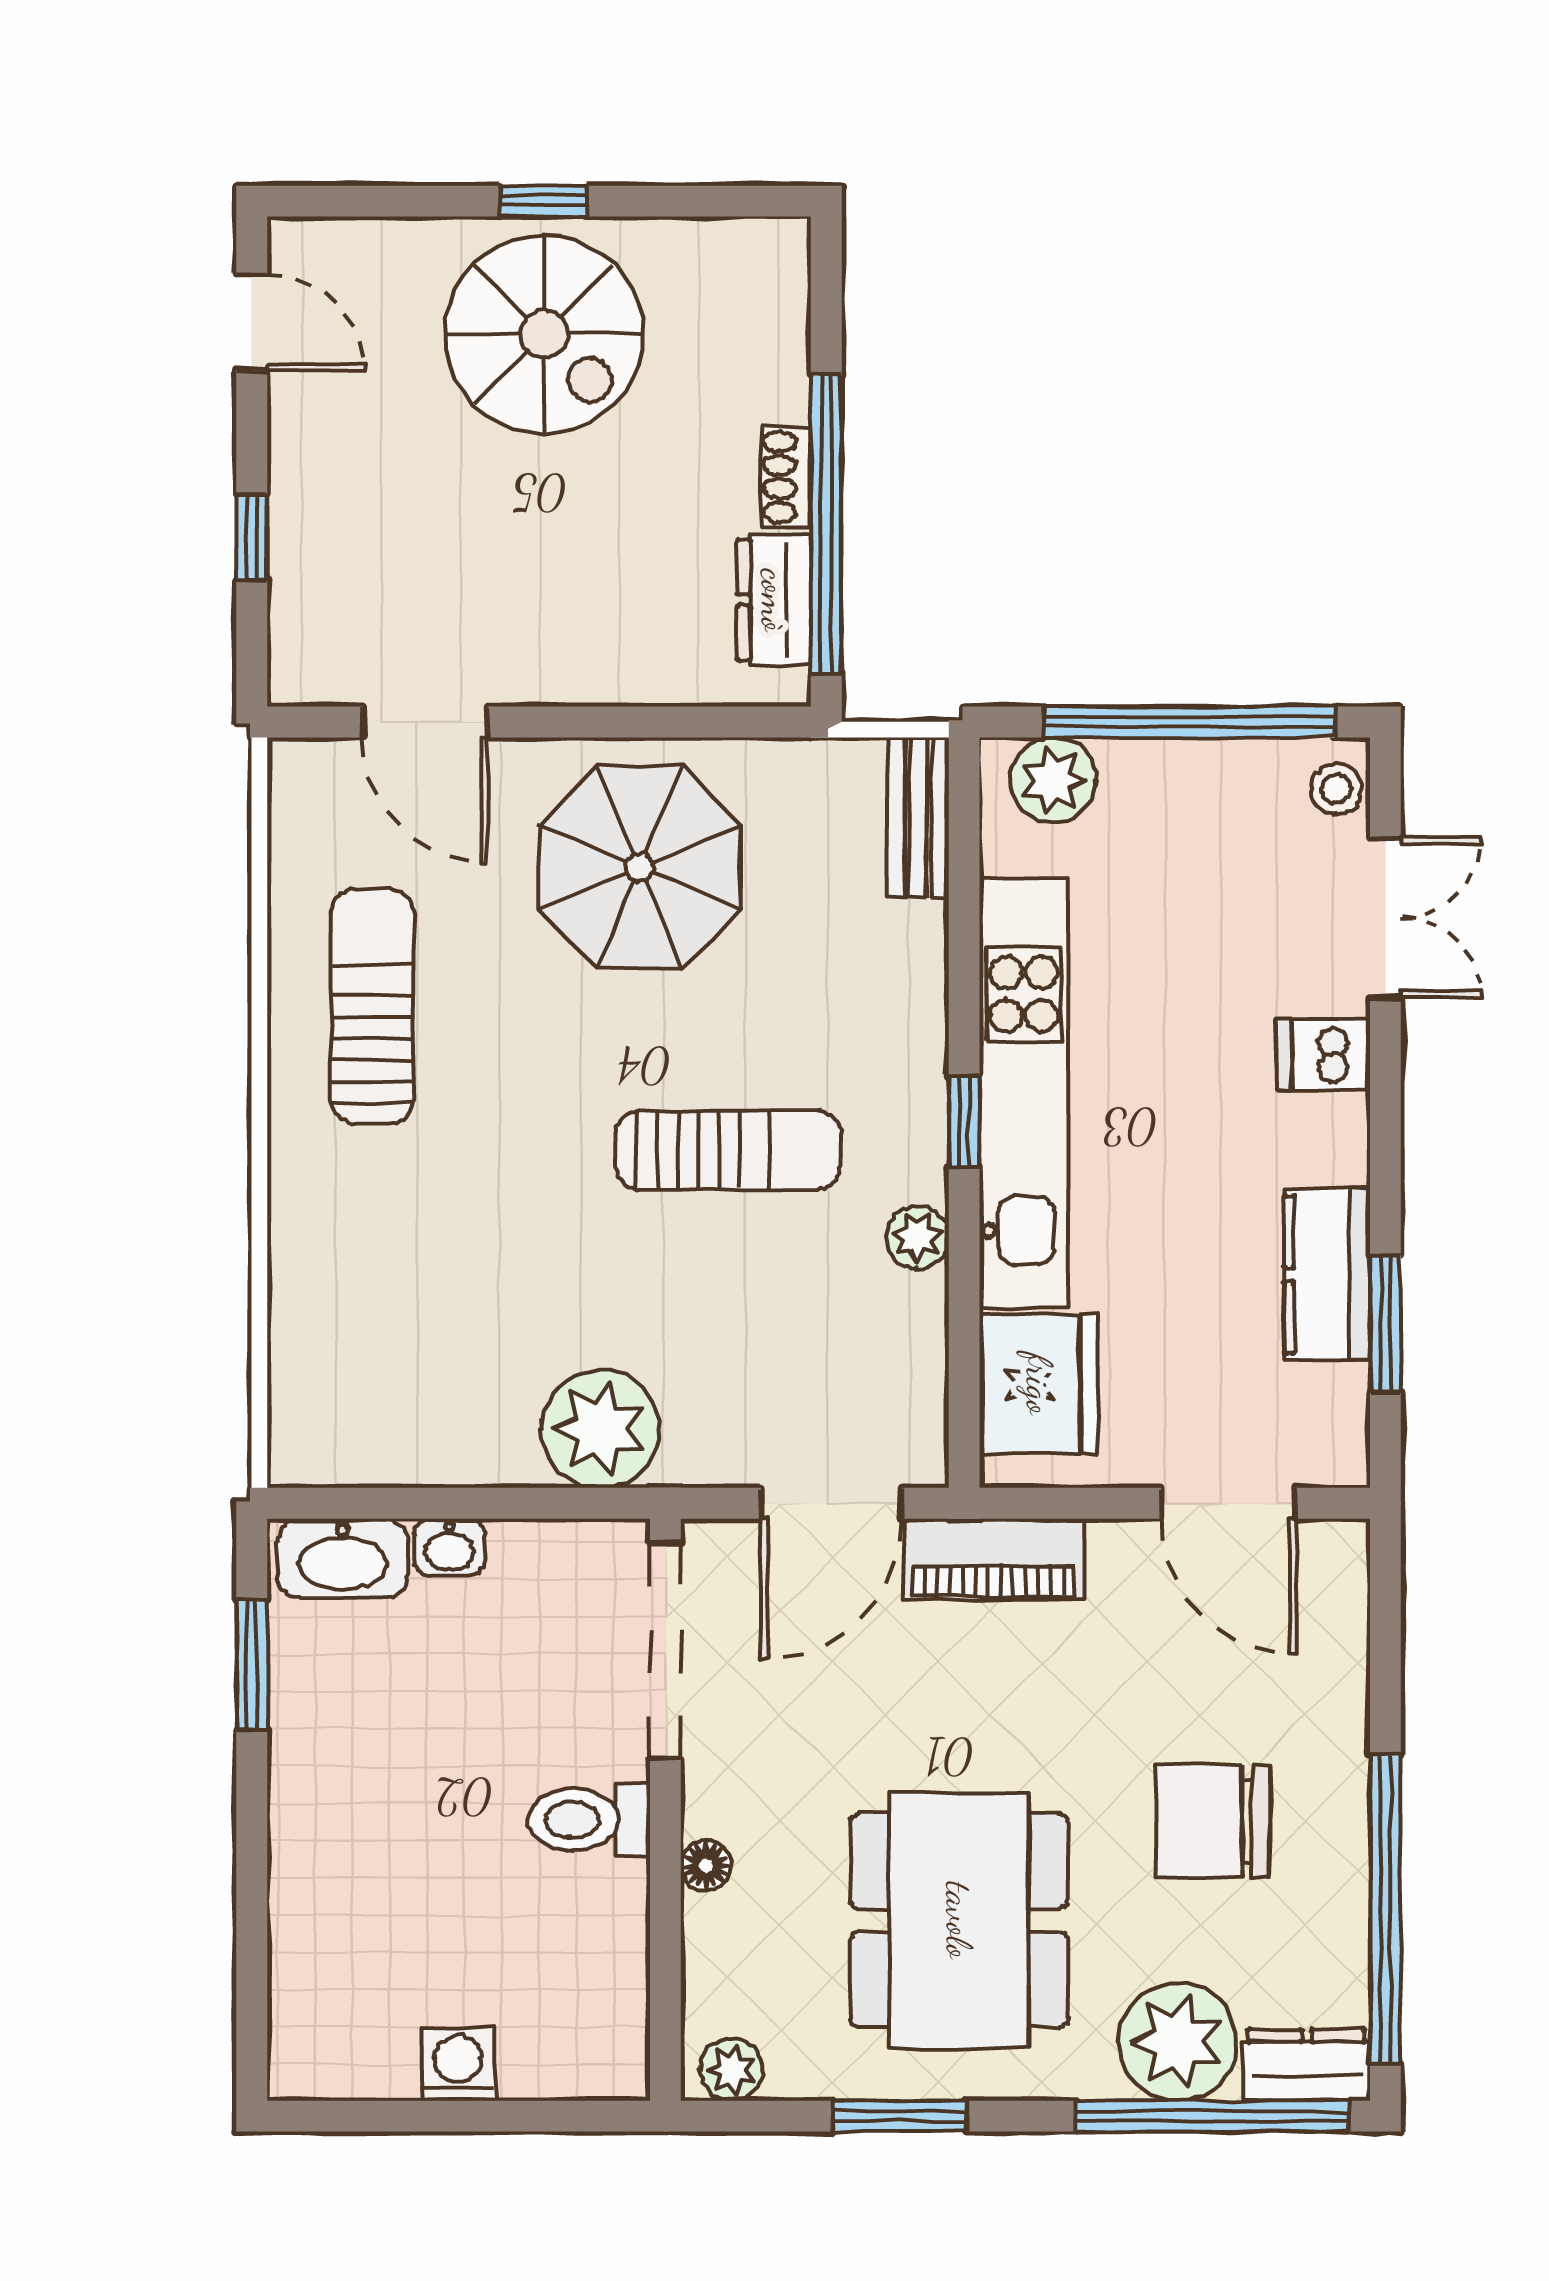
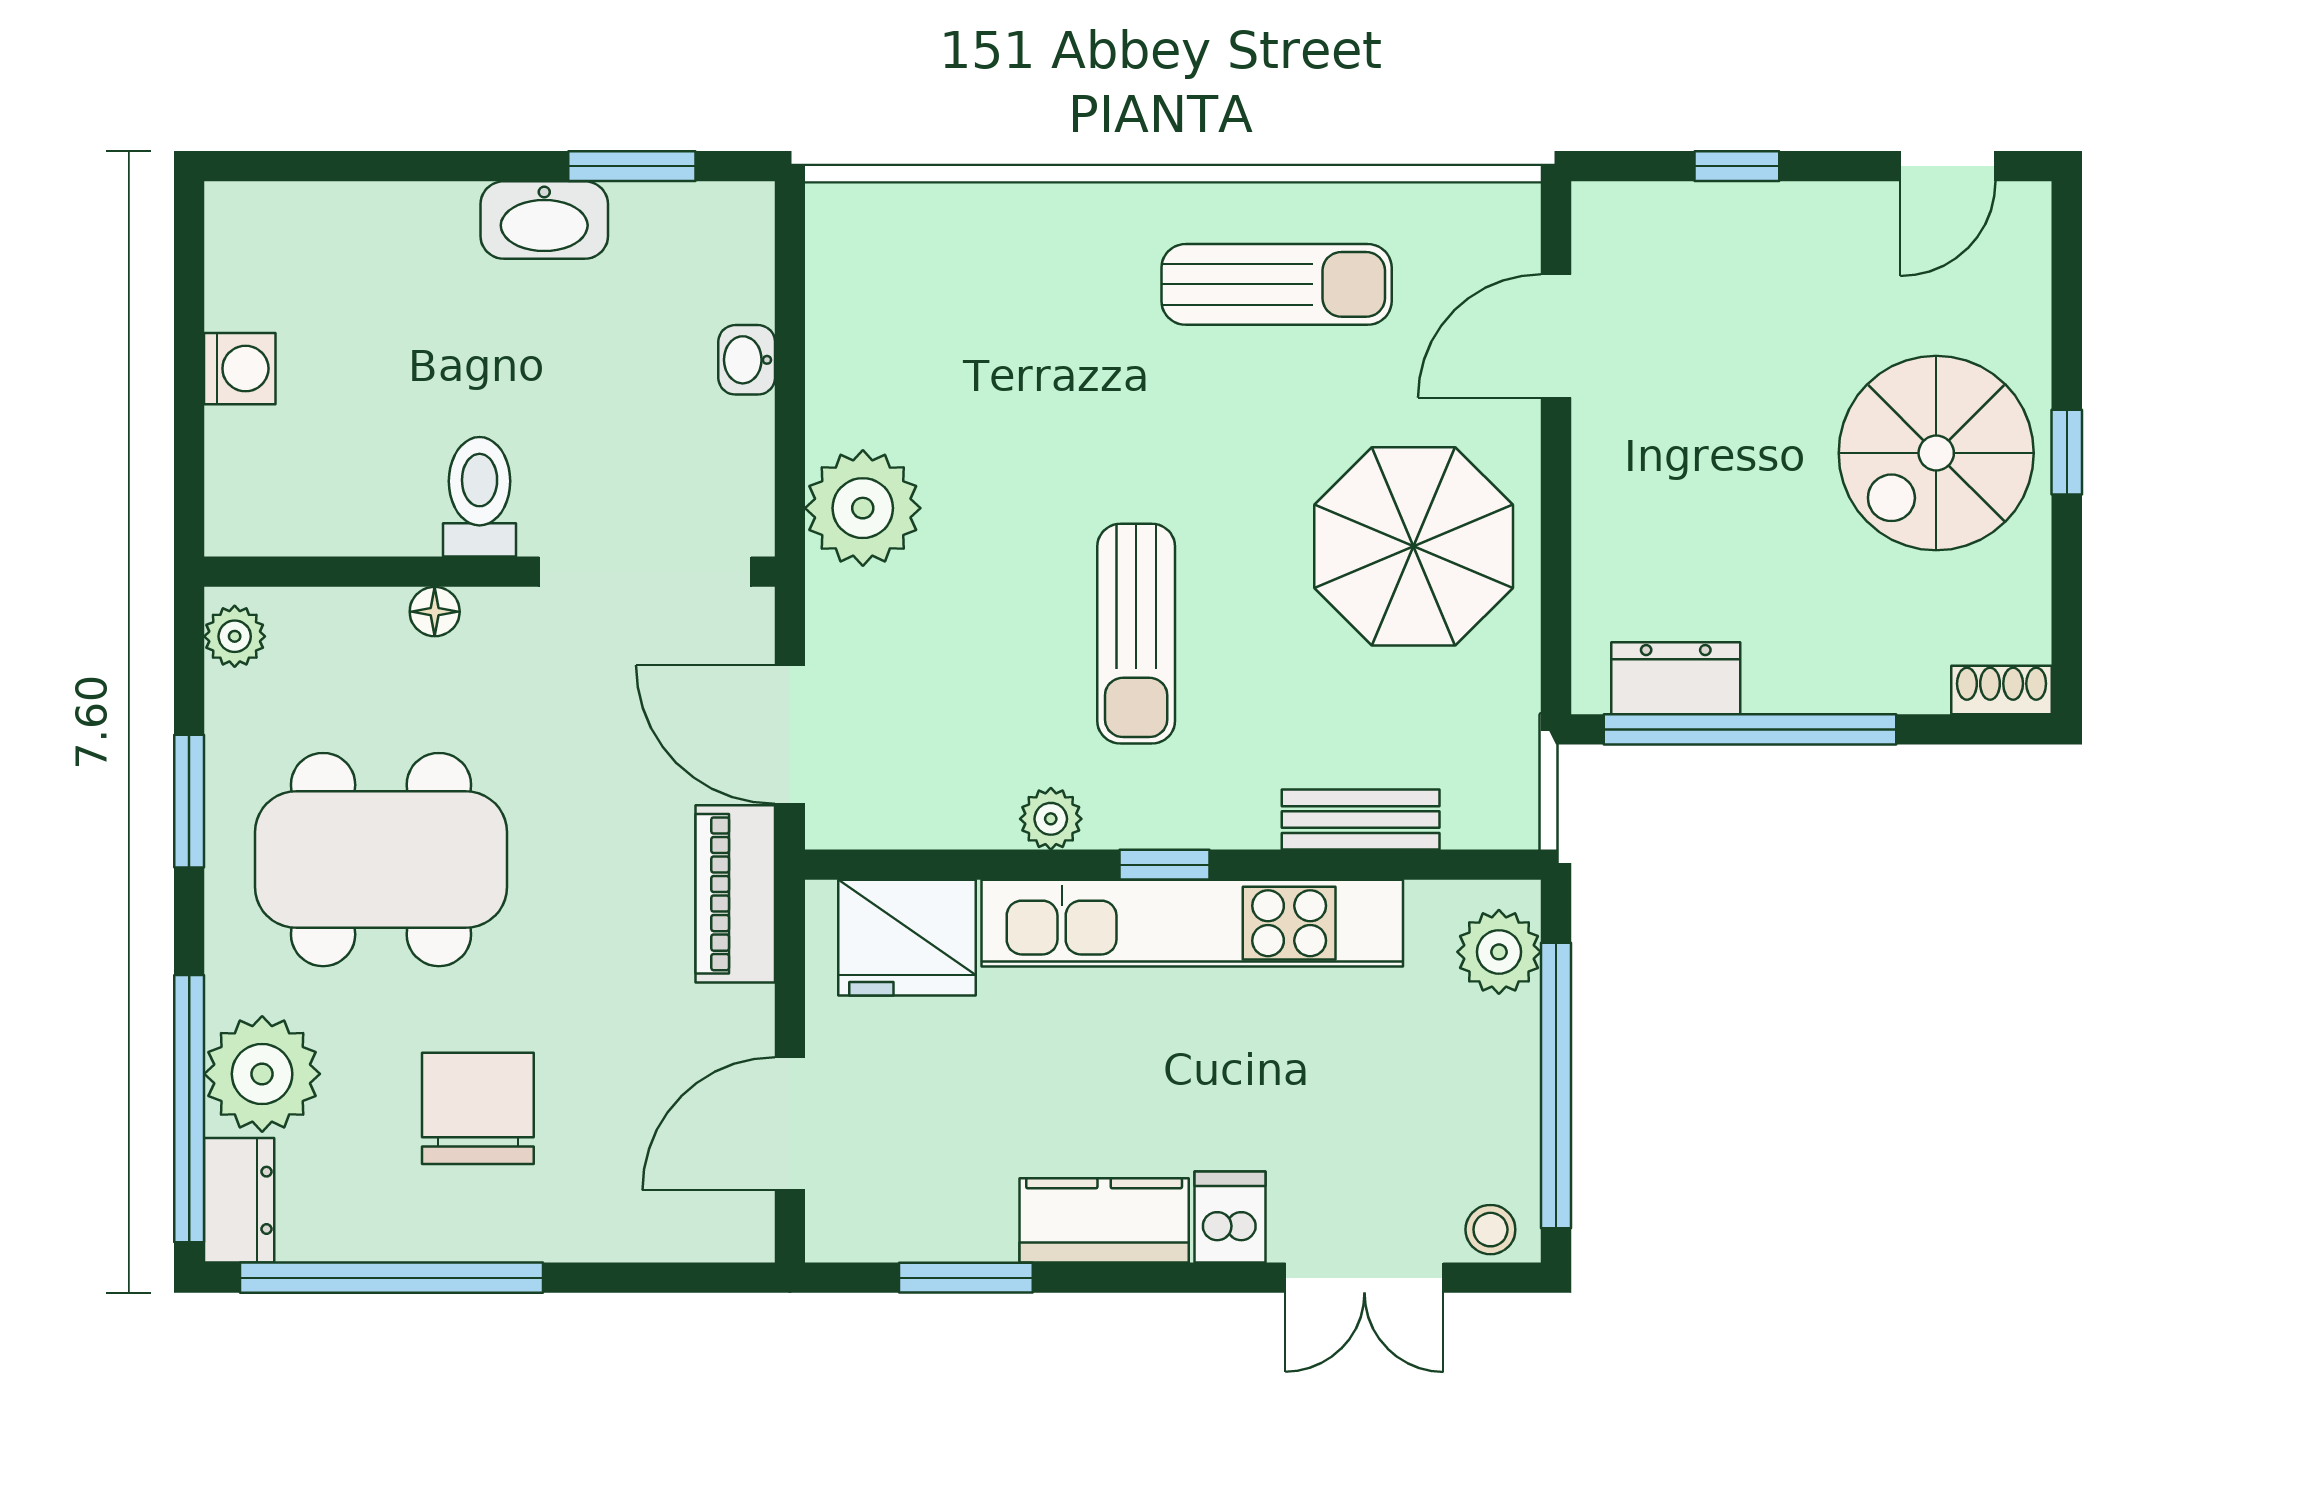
shoe rack: (786, 477) -> (2002, 690), moved
bench: (918, 818) -> (1361, 820), moved
kitchen counter: (1327, 1274) -> (1104, 1220), moved
washbasin: (343, 1558) -> (544, 220), moved, turned -90

